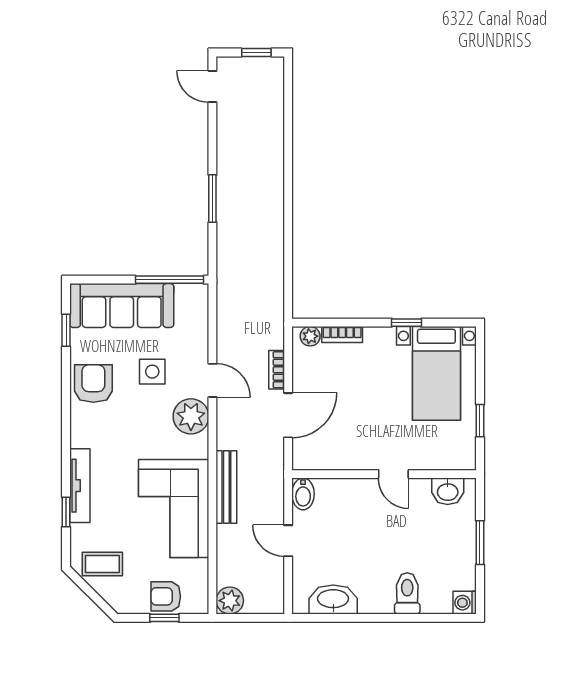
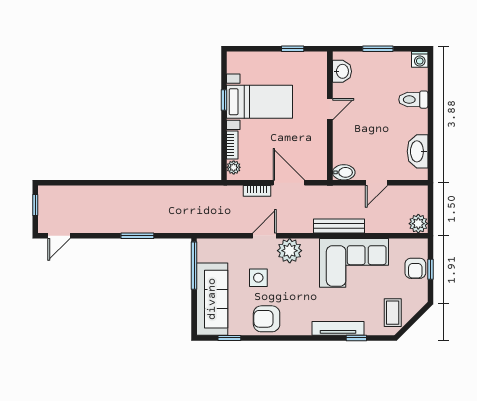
bed with nightstands: (436, 373) -> (260, 102), moved

